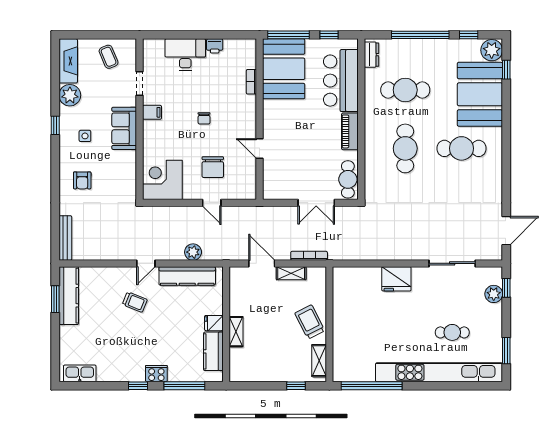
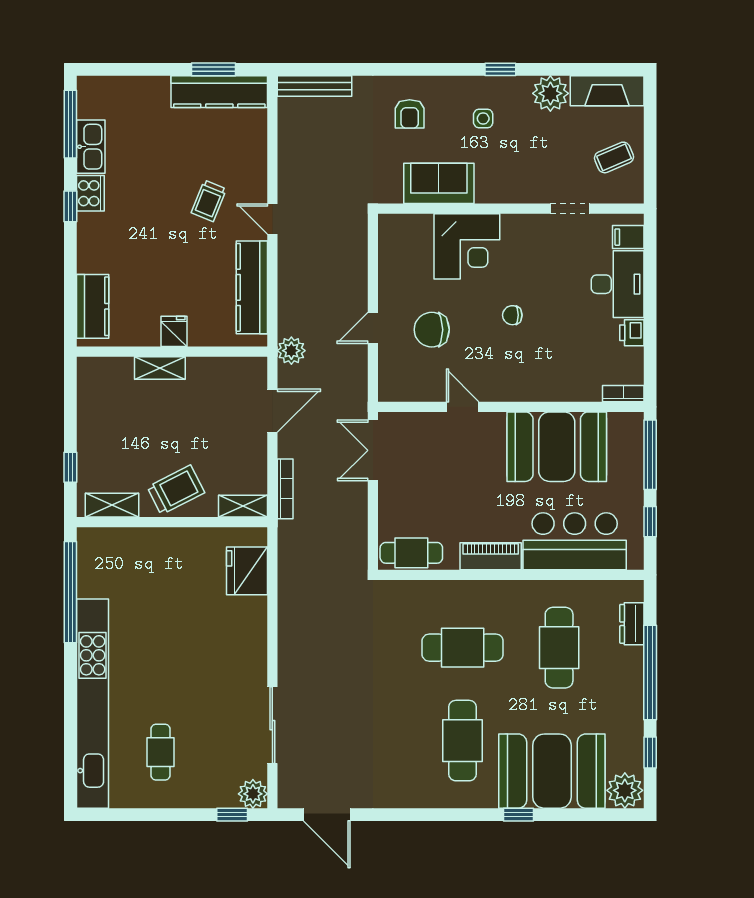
dresser: (371, 55) -> (632, 624), moved, turned 90
booth: (284, 69) -> (557, 447), moved
window: (506, 70) -> (519, 815), moved
bookcase: (251, 82) -> (623, 394), moved
filing cabinet: (152, 112) -> (628, 237), moved, turned 90
sofa: (124, 128) -> (439, 183), moved
door: (259, 148) -> (463, 407), hinge flipped
armchair: (82, 180) -> (410, 114), turned -90
corner desk: (162, 180) -> (467, 246), moved, turned 90
double door: (316, 203) -> (373, 450), moved
plant: (193, 252) -> (291, 351), moved
shelving: (291, 273) -> (243, 506), moved, turned 90
fridge: (396, 279) -> (247, 571), moved
plant: (494, 294) -> (253, 794), moved
cafe table: (452, 332) -> (160, 752), moved
kitchen counter: (213, 351) -> (93, 306), moved, turned 90
window: (506, 351) -> (129, 815), removed
kitchen sink: (80, 373) -> (91, 147), moved
cooker: (156, 374) -> (90, 193), moved
window: (184, 386) -> (70, 124), moved

